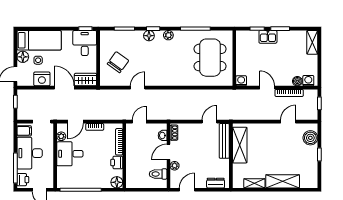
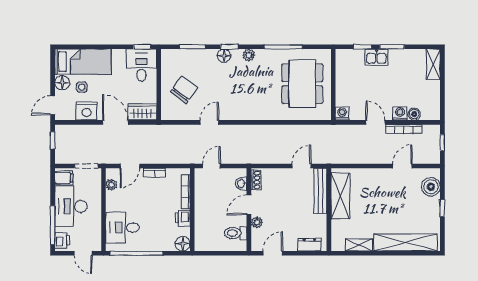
washing machine: (308, 81) -> (400, 113), moved
desk: (70, 154) -> (122, 228), moved
shelving: (283, 181) -> (405, 242), width x1.47

